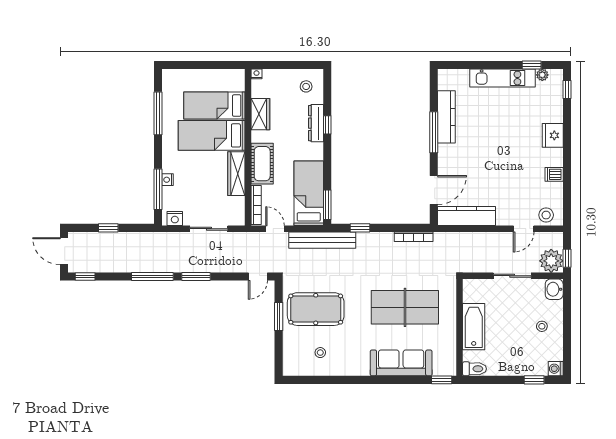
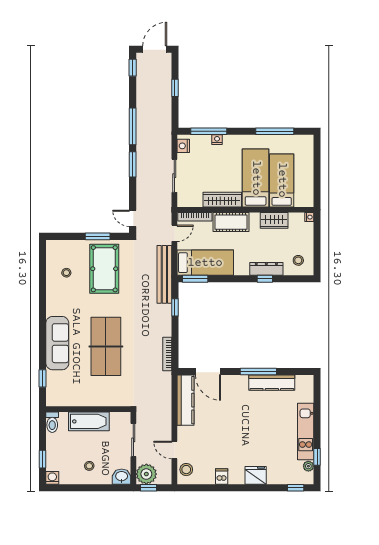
wall: (460, 327) -> (88, 409), moved
bathtub: (474, 327) -> (89, 421), moved
toilet: (475, 369) -> (52, 422), moved

